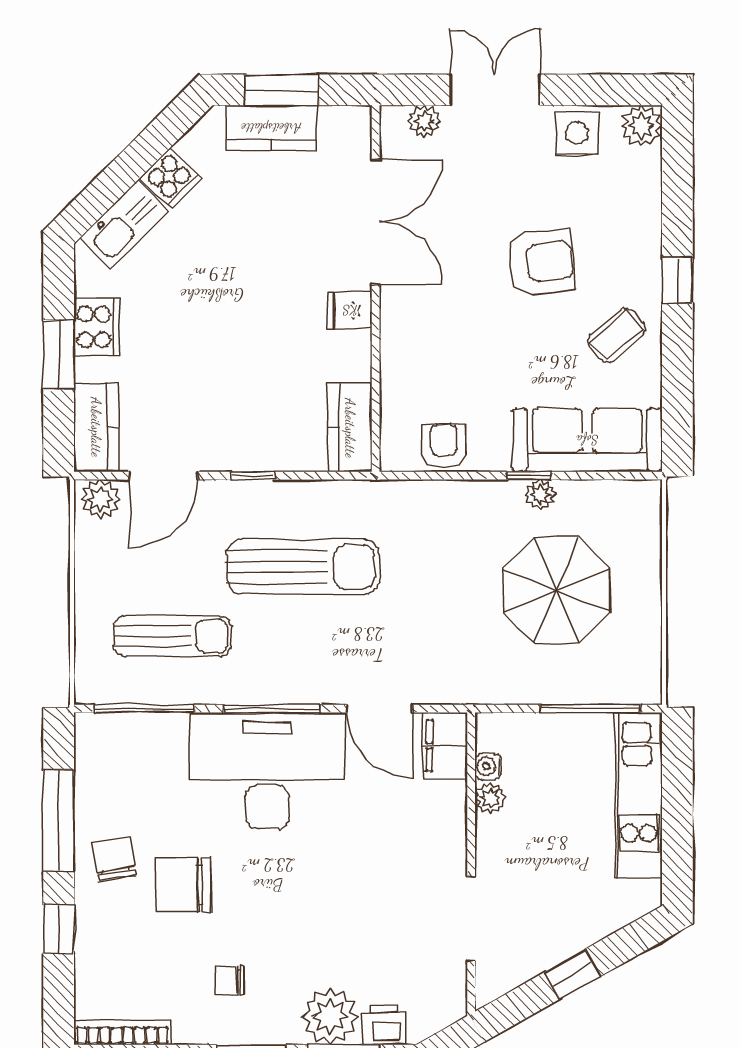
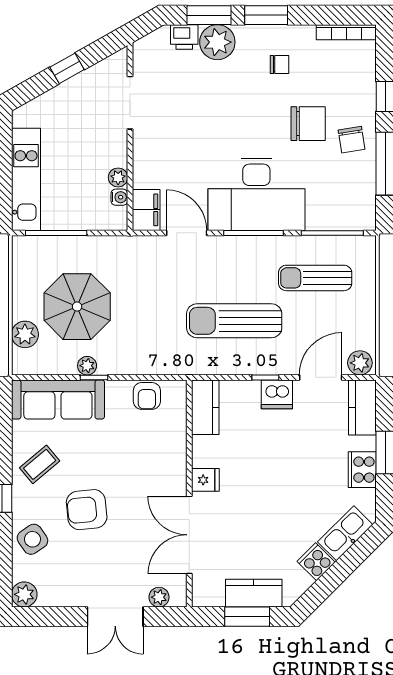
side table: (577, 133) -> (32, 539), moved, turned -34
dishwasher: (234, 448) -> (277, 394), added
plant: (640, 545) -> (25, 334), added

